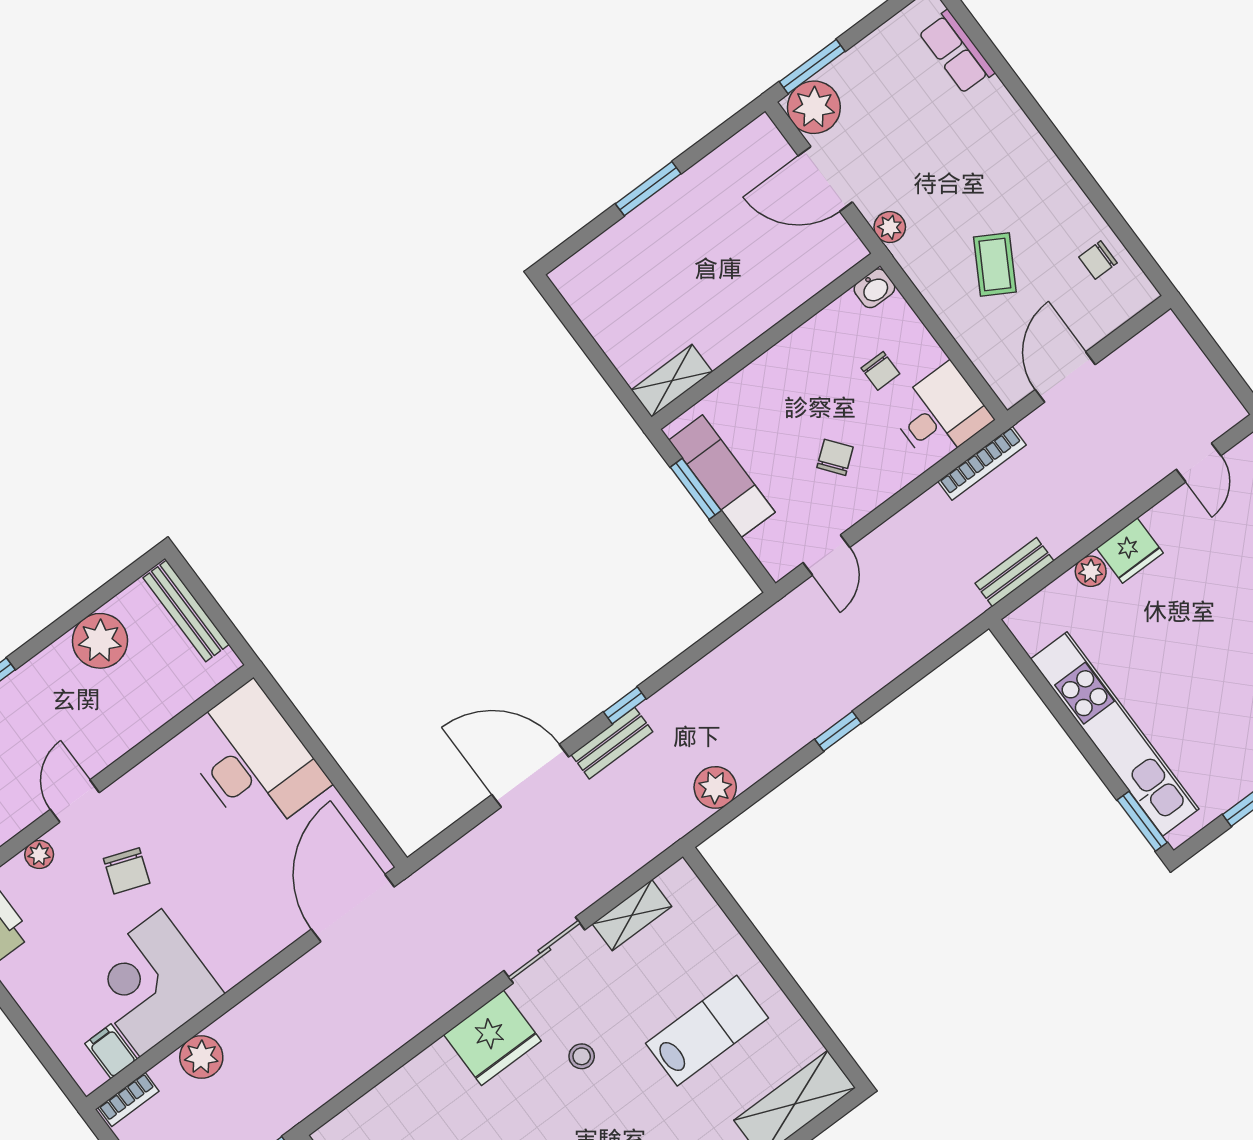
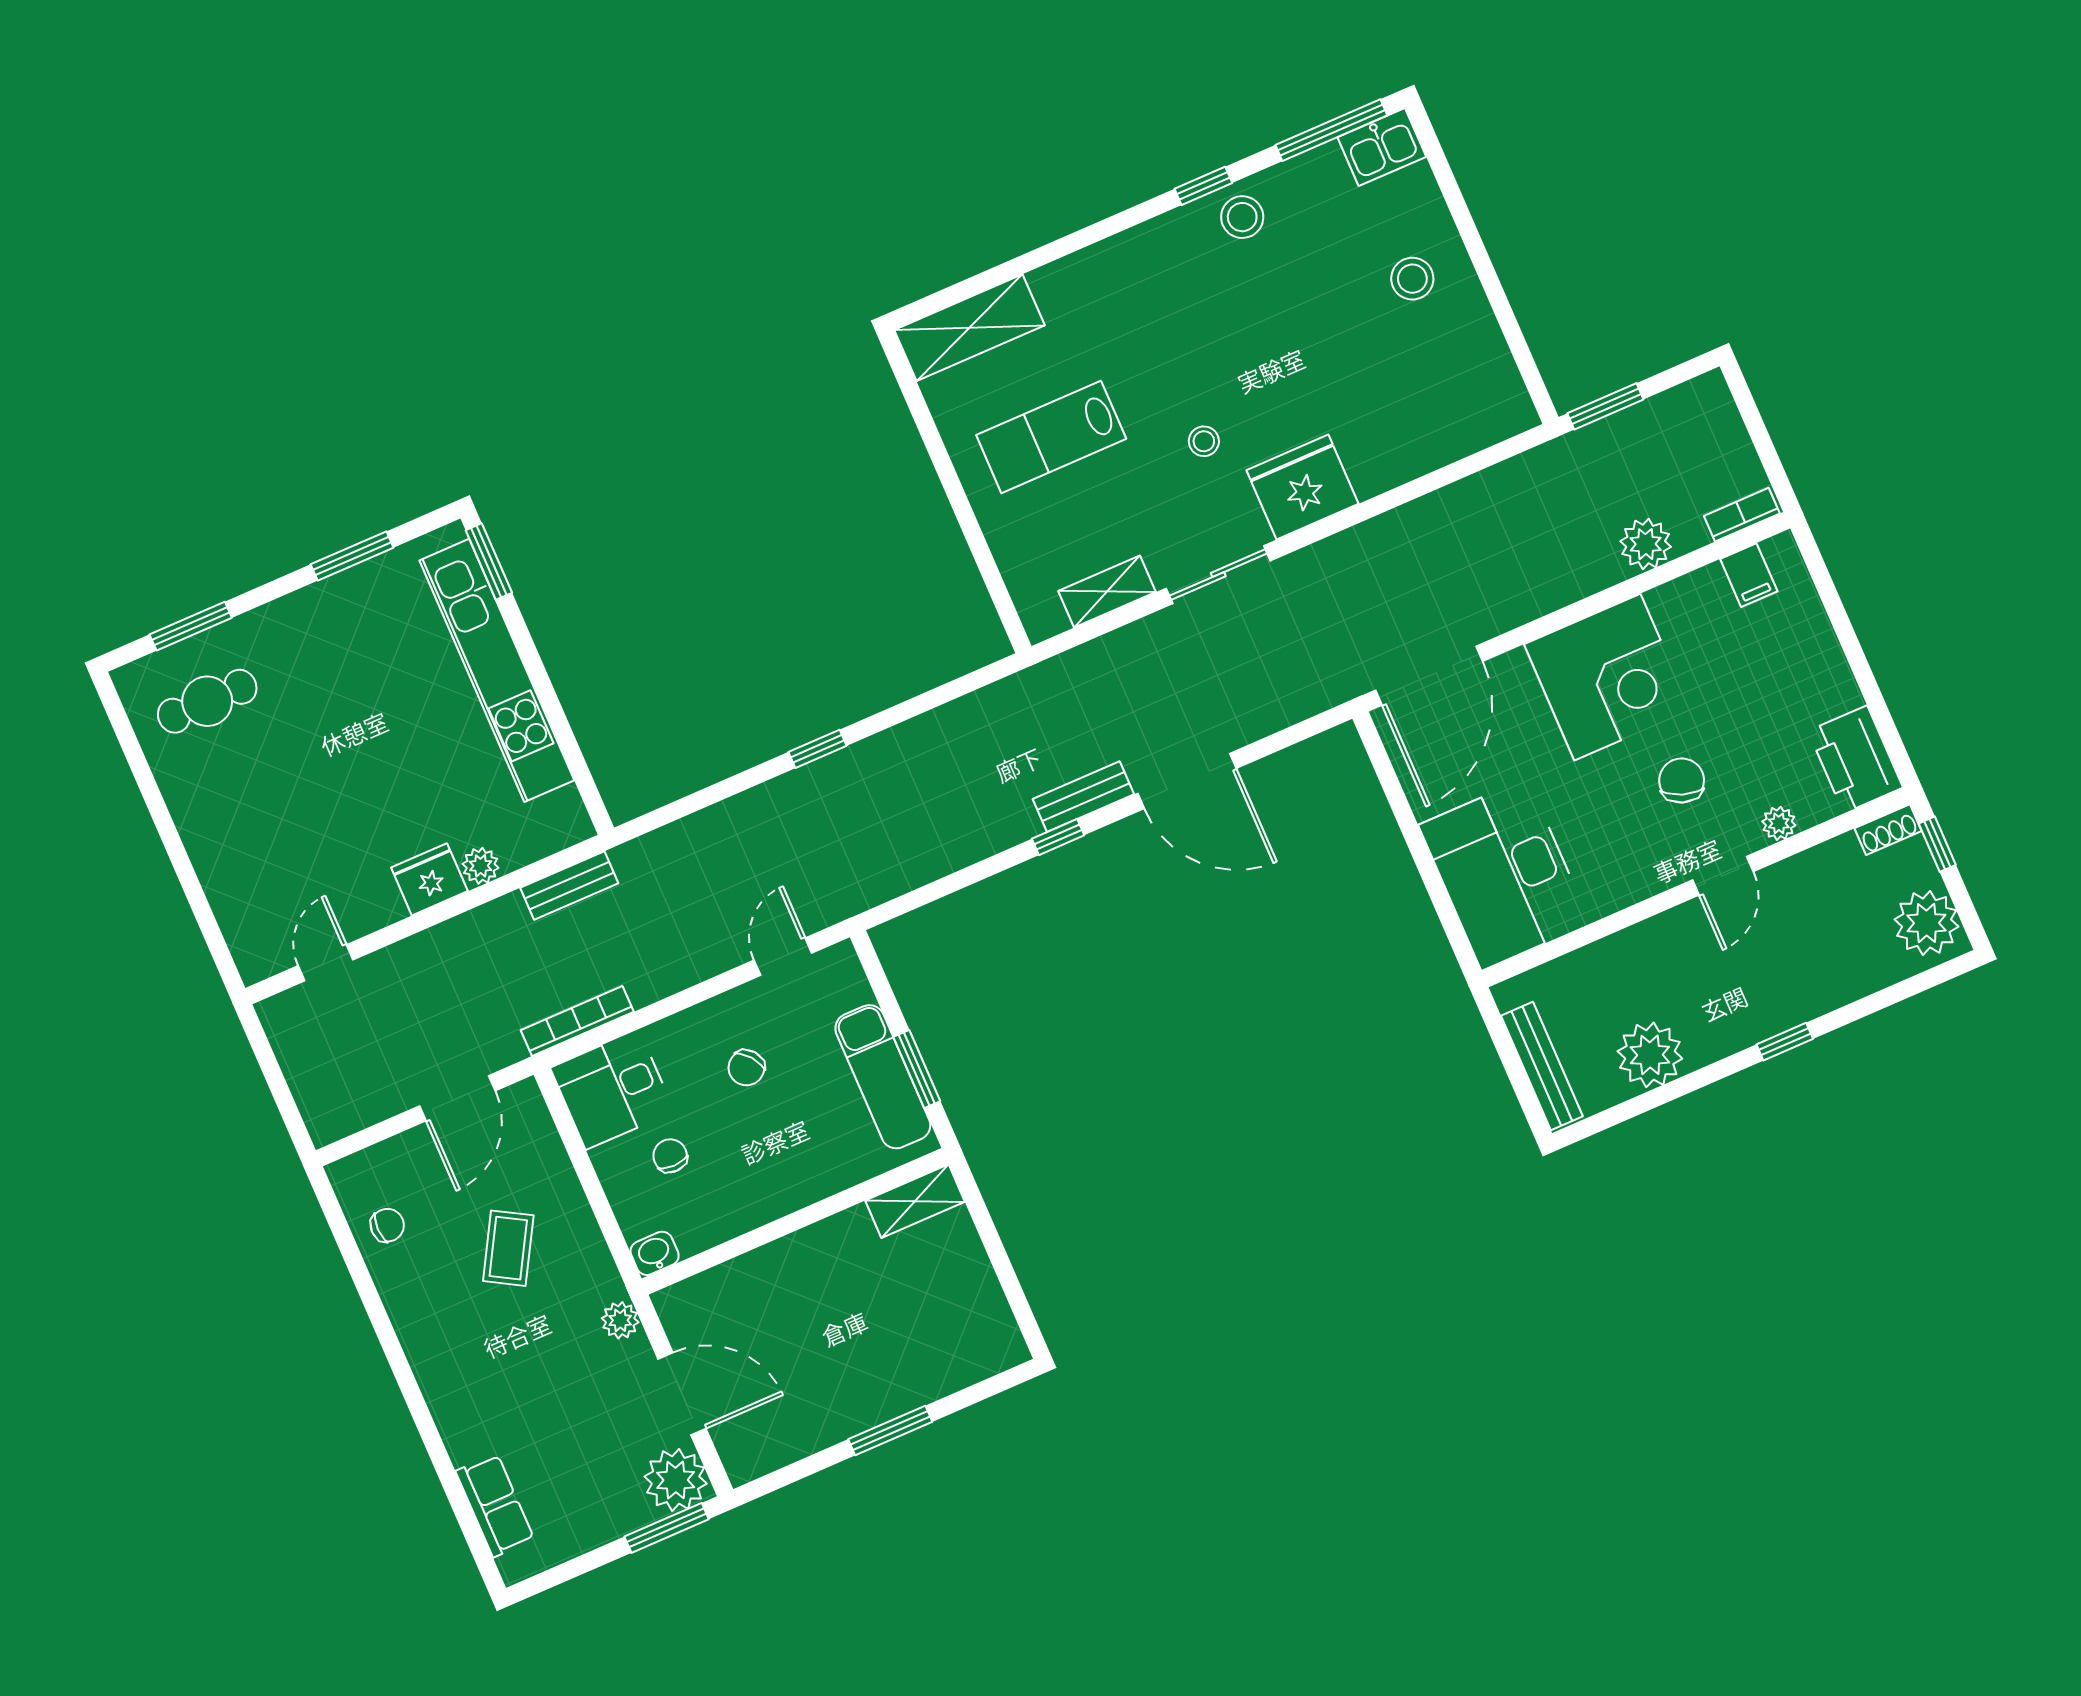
plant: (715, 787) -> (975, 717), removed
corner desk: (151, 983) -> (1607, 677), moved

